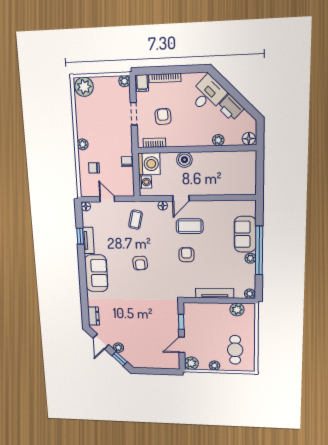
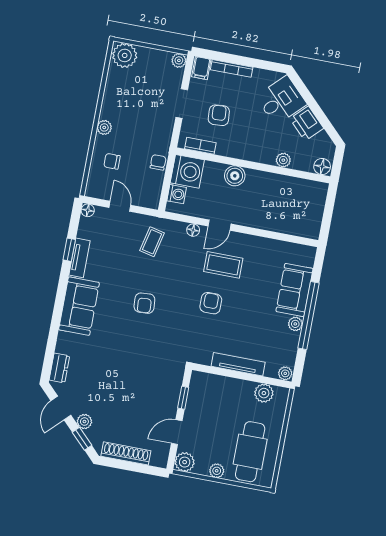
cafe table: (235, 350) -> (250, 452), width x1.37, depth x1.35
shoe rack: (151, 364) -> (126, 453), added

